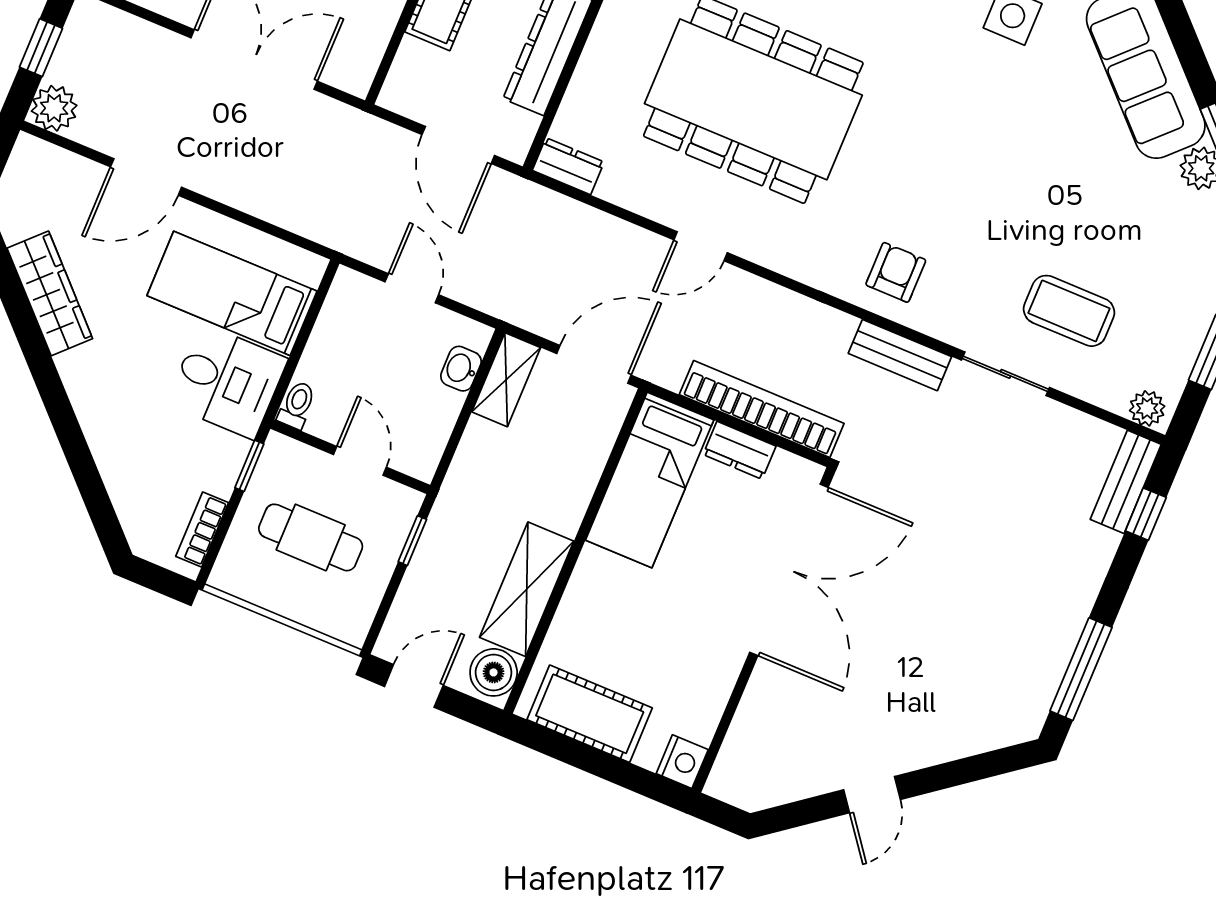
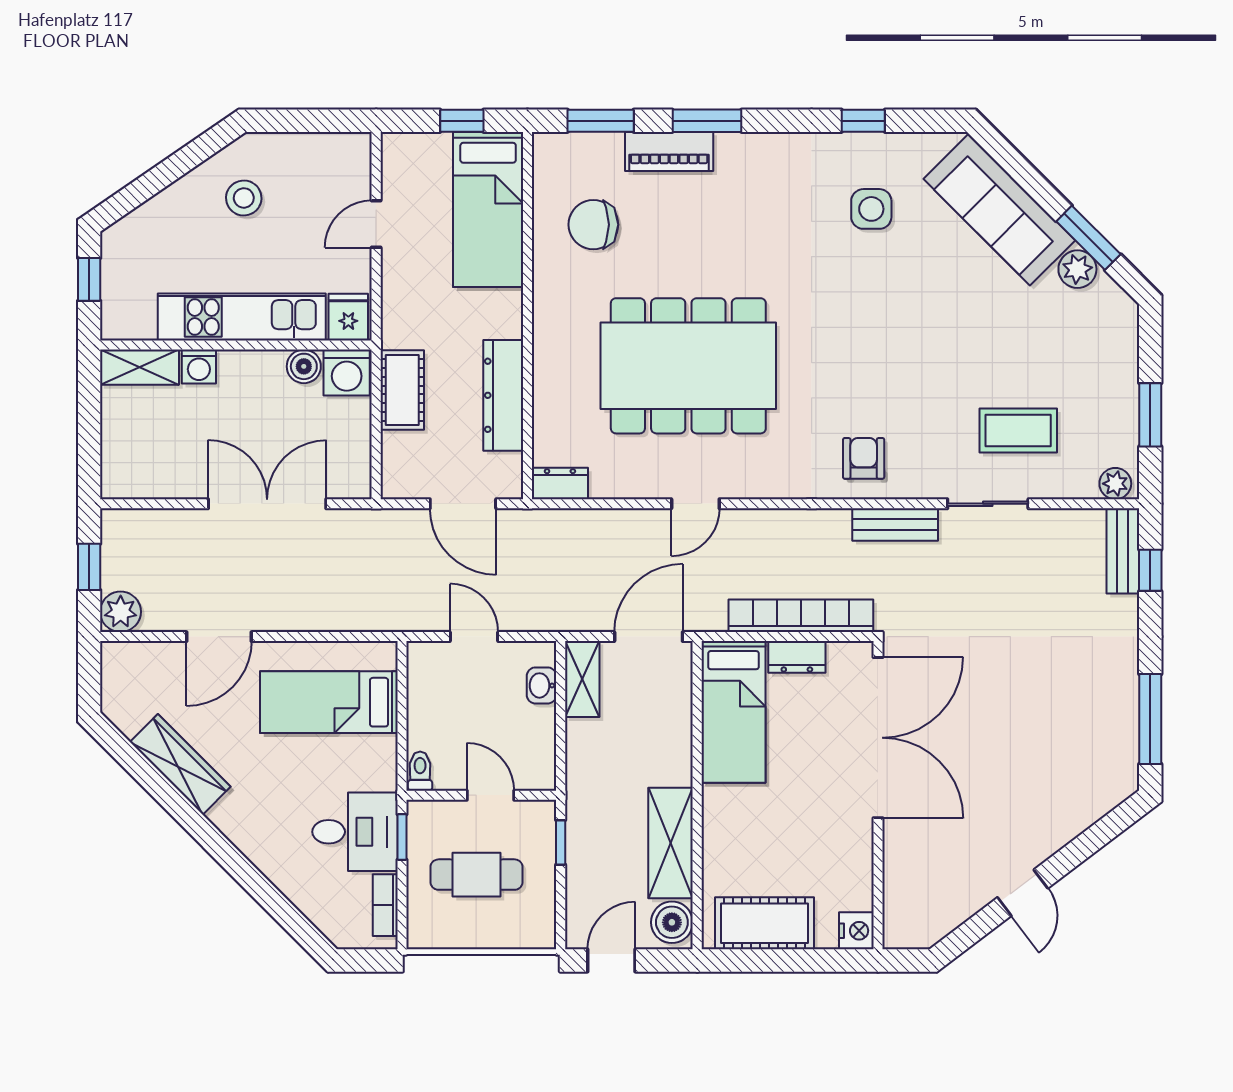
desk: (227, 381) -> (355, 832), moved

